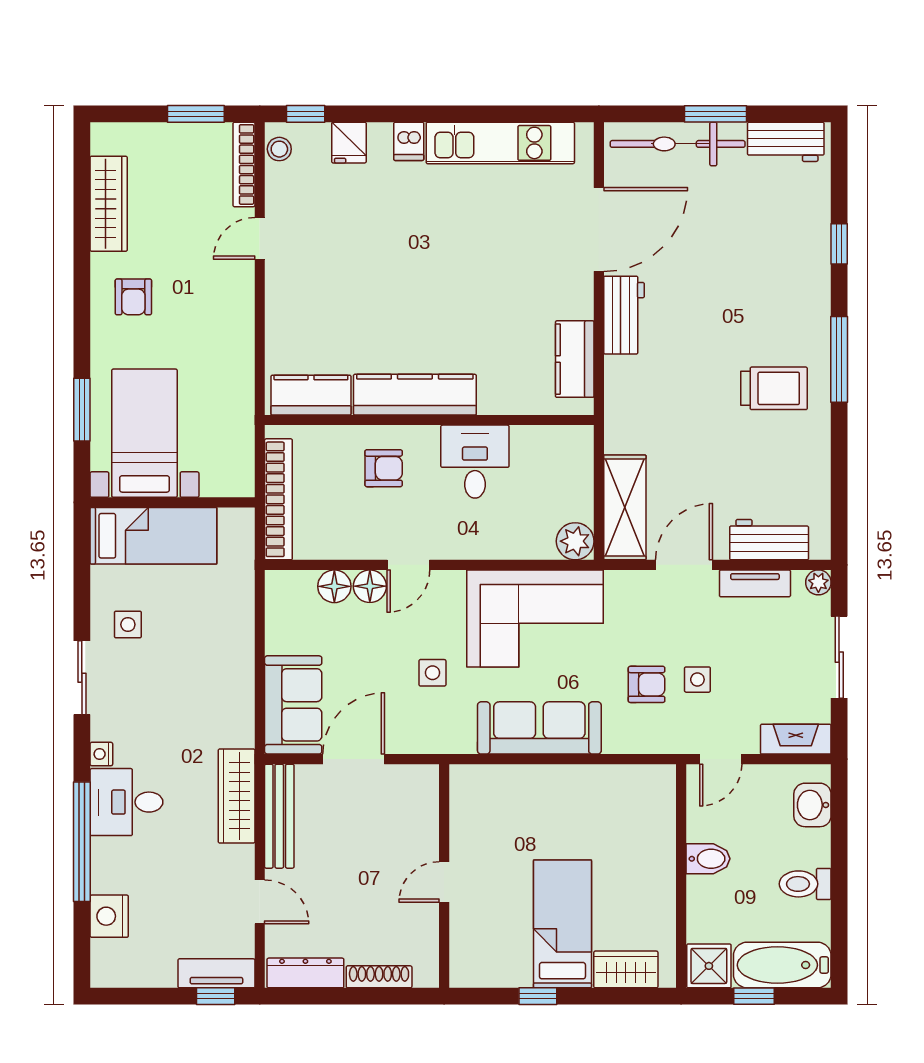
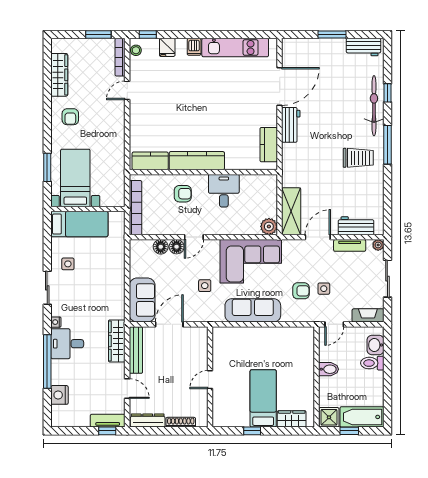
bicycle: (678, 144) -> (374, 106), moved, turned 90
toilet: (805, 884) -> (372, 363), moved

